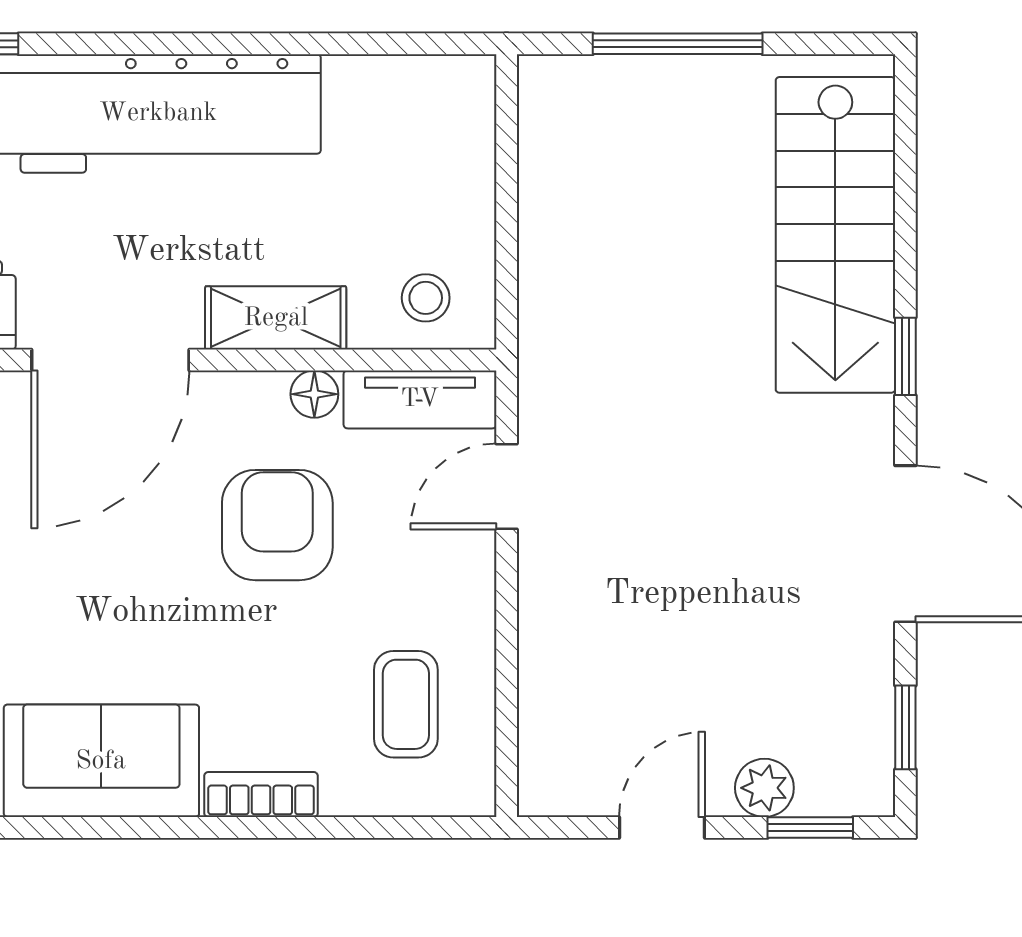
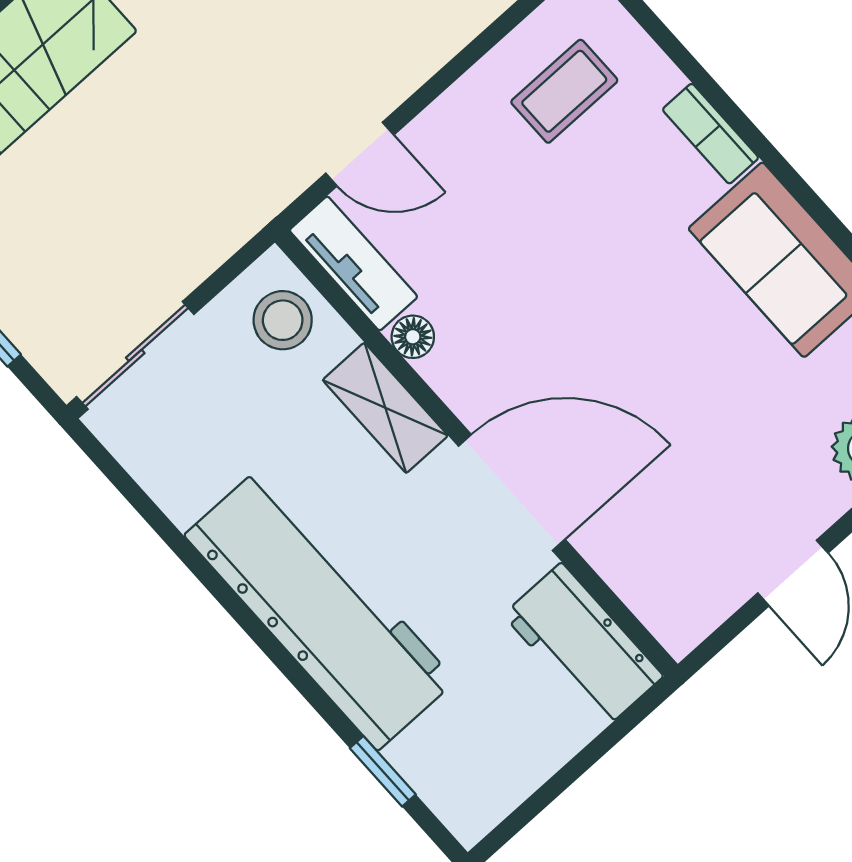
sliding door: (507, 149) -> (135, 355), added
stool: (426, 298) -> (283, 320), width x1.37, depth x1.37
armchair: (277, 525) -> (522, 283), removed

